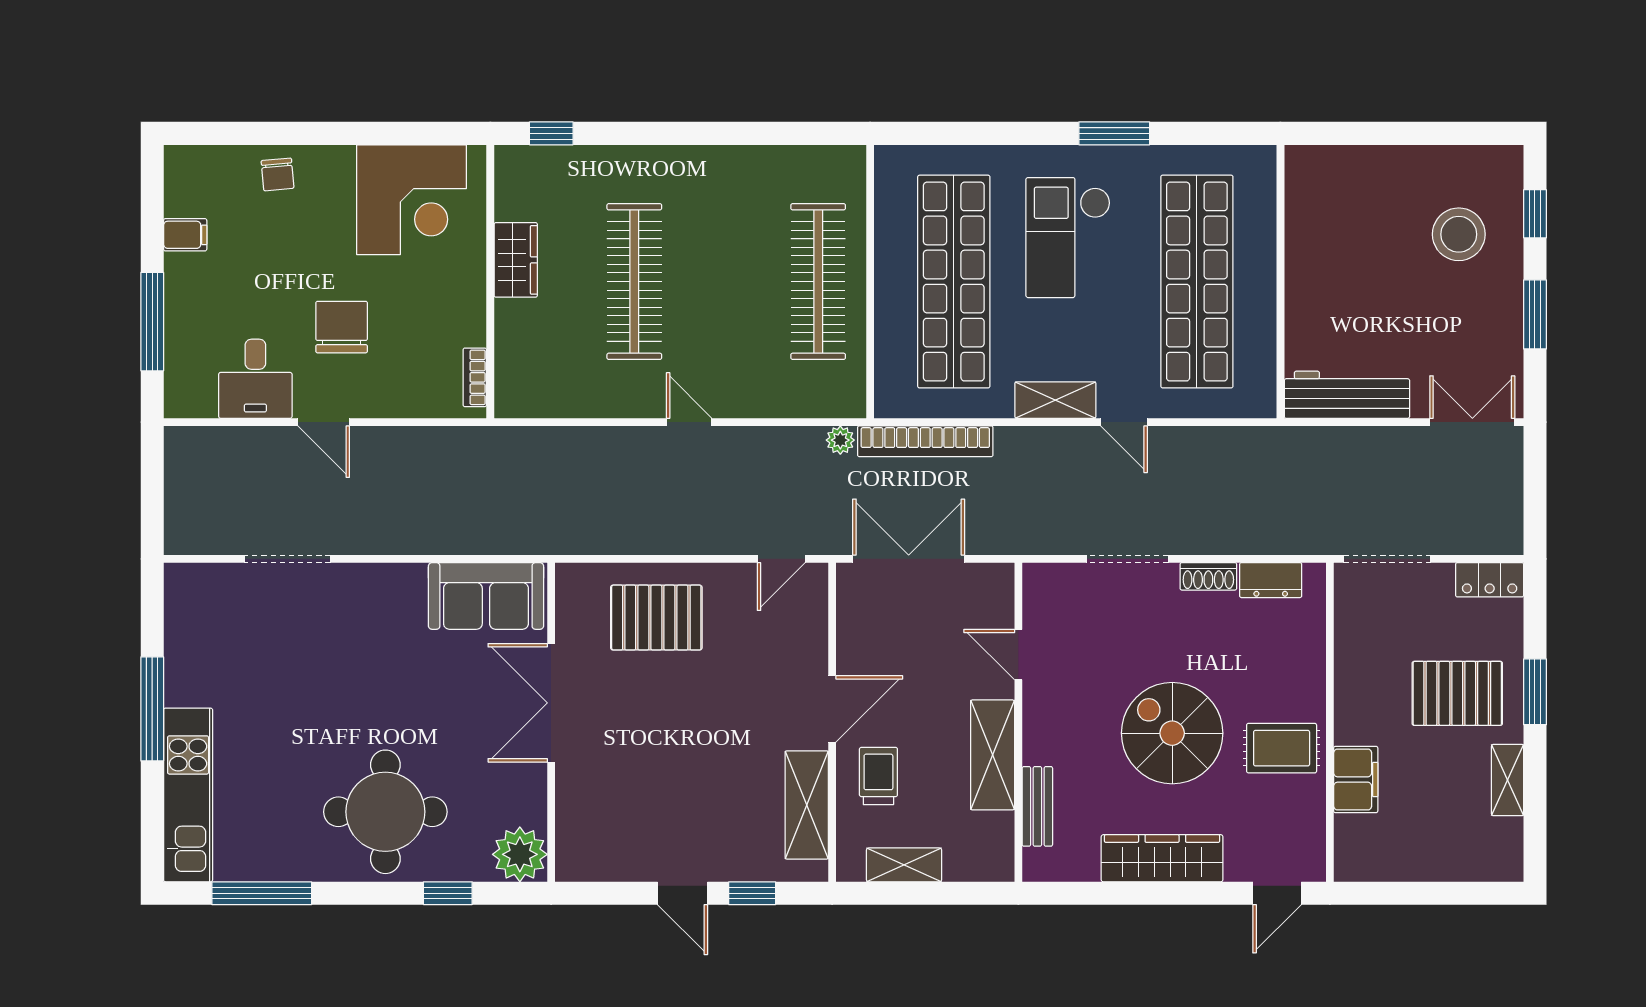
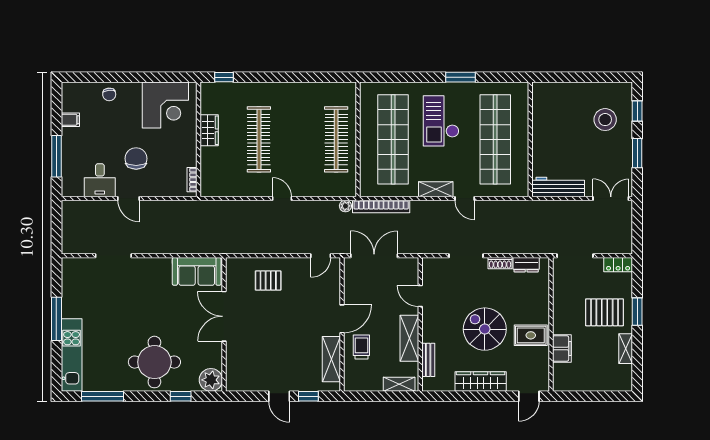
pallet: (656, 618) -> (268, 280), width x0.67, depth x0.71
shelving: (904, 865) -> (399, 384), moved

